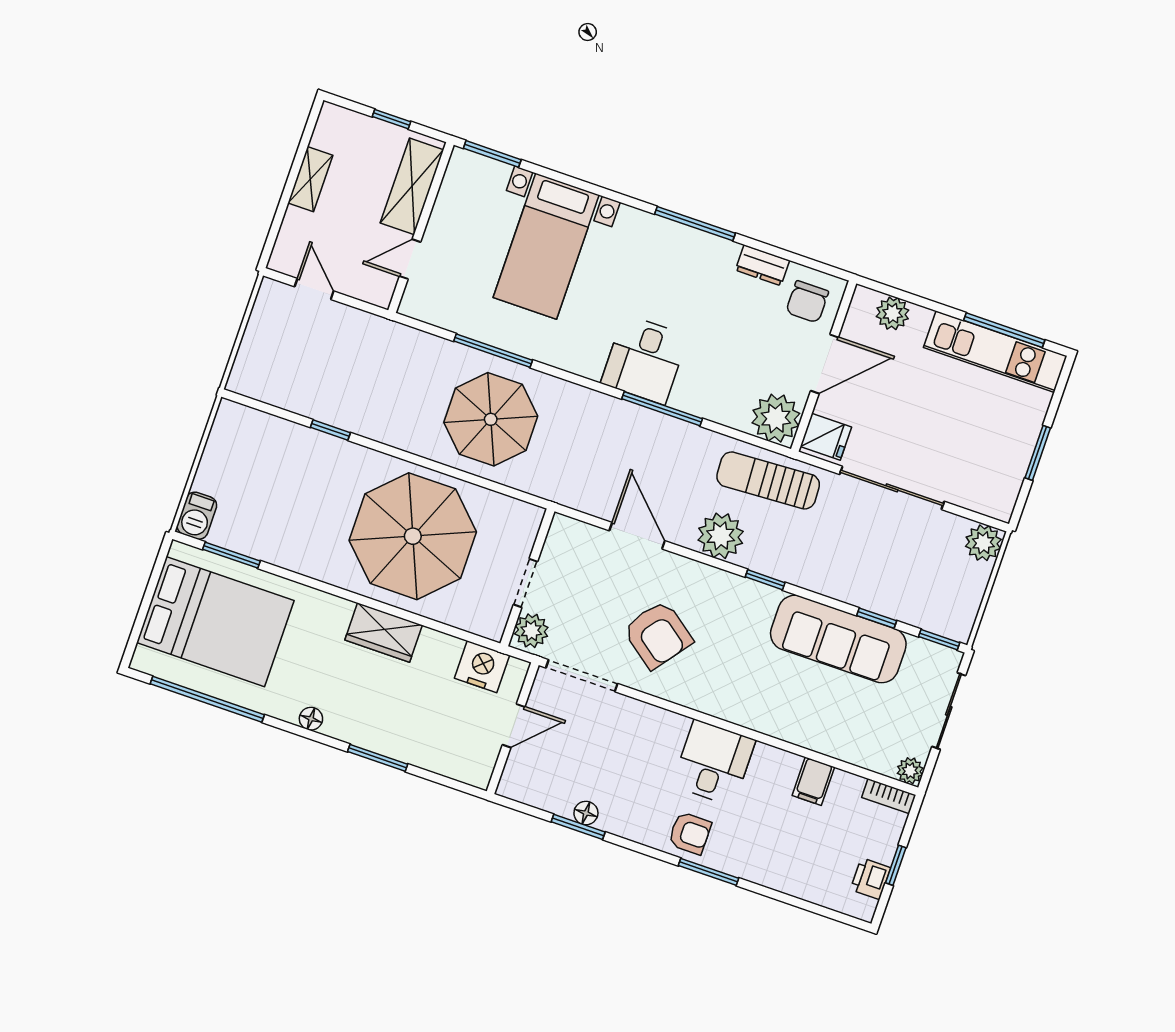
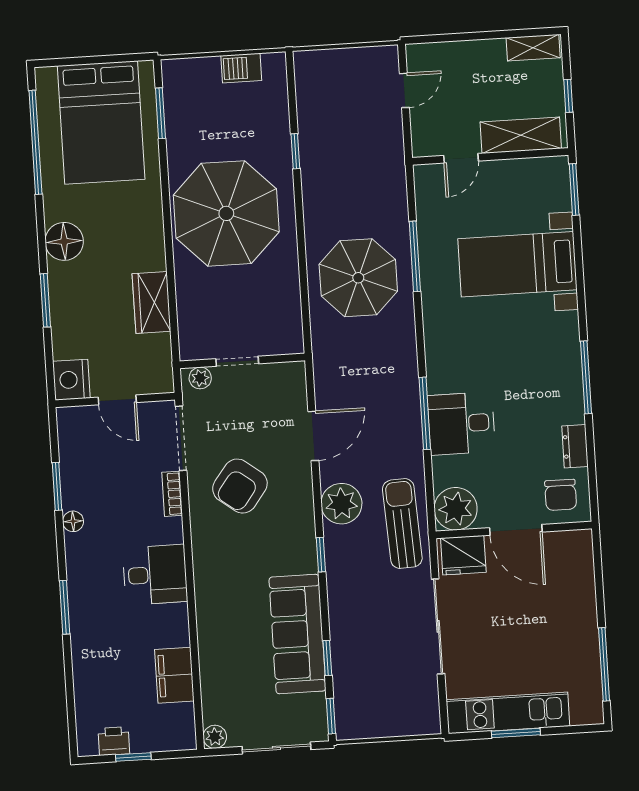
shelving: (310, 179) -> (533, 48), moved
door: (410, 259) -> (461, 158), swing flipped
chair: (807, 302) -> (561, 495), turned -90
plant: (893, 313) -> (580, 568), removed
kitchen unit: (995, 352) -> (508, 713), moved, turned 90
desk: (644, 360) -> (461, 424), moved
fridge: (826, 437) -> (463, 555), width x1.38
barbecue: (197, 516) -> (241, 68), moved
parasol: (413, 536) -> (226, 213), moved
plant: (983, 543) -> (424, 719), removed
plant: (531, 631) -> (200, 378), width x0.73, depth x0.73
wardrobe: (384, 633) -> (152, 302), moved
nightstand: (482, 667) -> (71, 380), moved, turned 180
floor lamp: (311, 719) -> (64, 241), width x1.89, depth x1.89
filing cabinet: (813, 781) -> (174, 675), width x2.00
bookcase: (889, 796) -> (172, 494), moved
floor lamp: (586, 813) -> (73, 521), moved
armchair: (690, 833) -> (90, 579), removed

